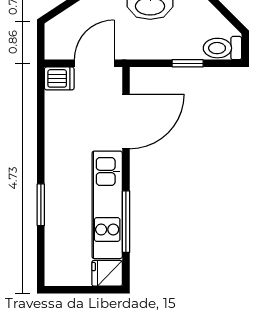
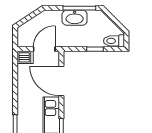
door: (126, 122) -> (61, 81), swing flipped

